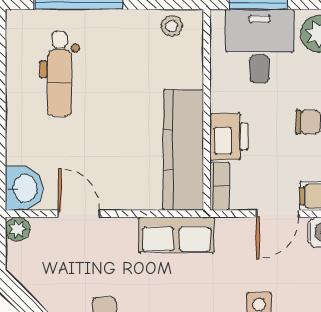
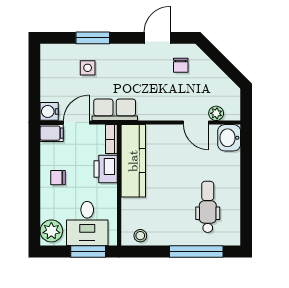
plant: (18, 229) -> (216, 113), moved
row of seats: (176, 235) -> (115, 110), moved

